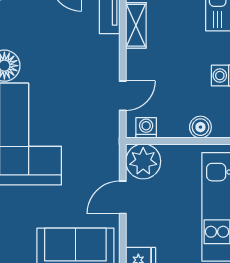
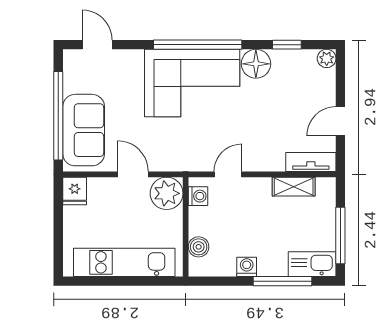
door: (123, 96) -> (228, 174), swing flipped

